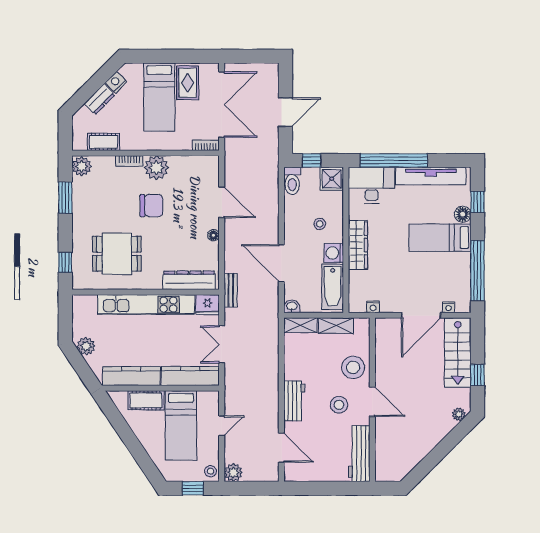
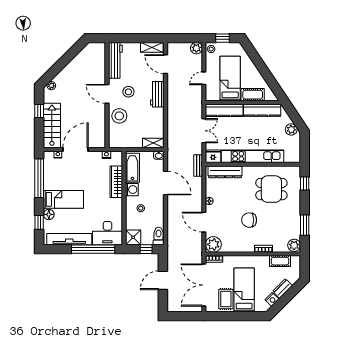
plant: (156, 168) -> (213, 244), moved
wardrobe: (358, 245) -> (116, 182), moved
shelving: (336, 326) -> (152, 47), moved

